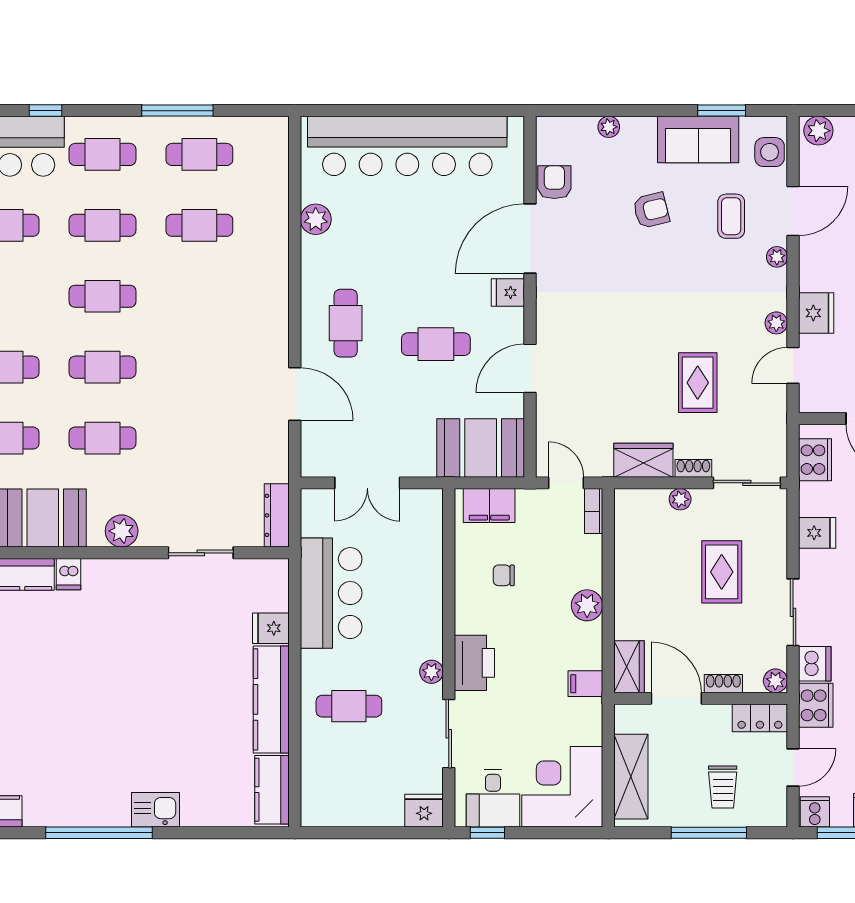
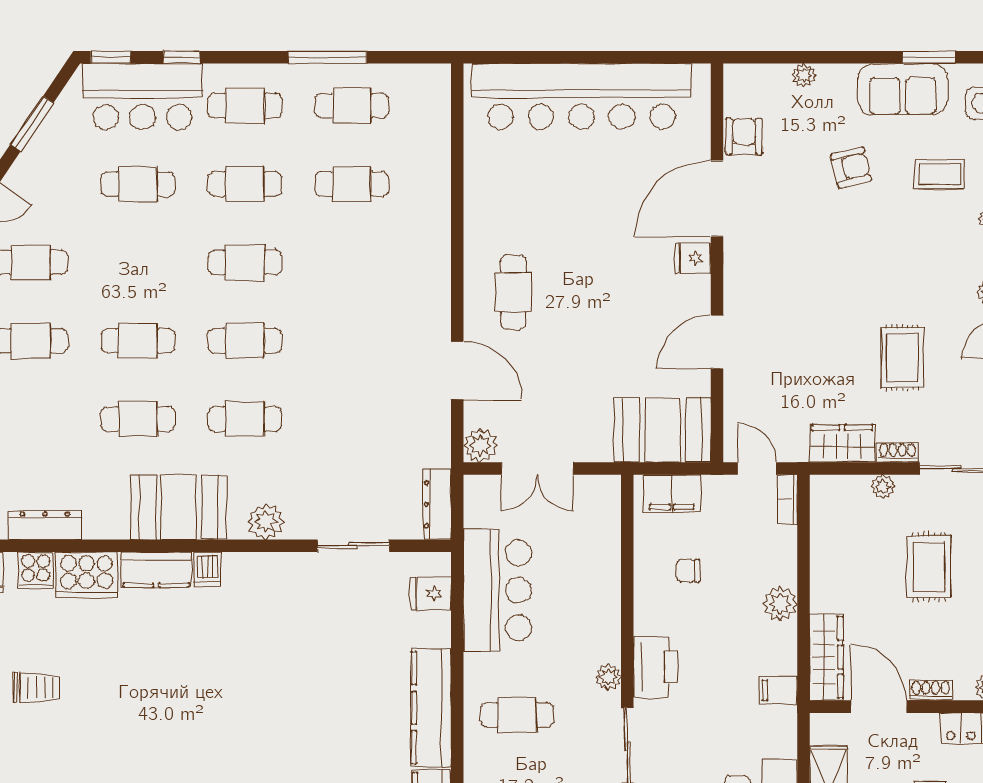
coffee table: (731, 216) -> (939, 174), turned 90
plant: (316, 219) -> (480, 445), moved
cafe table: (436, 344) -> (613, 315), removed
fridge: (271, 628) -> (431, 594), moved
wardrobe: (629, 667) -> (826, 657), width x1.50

